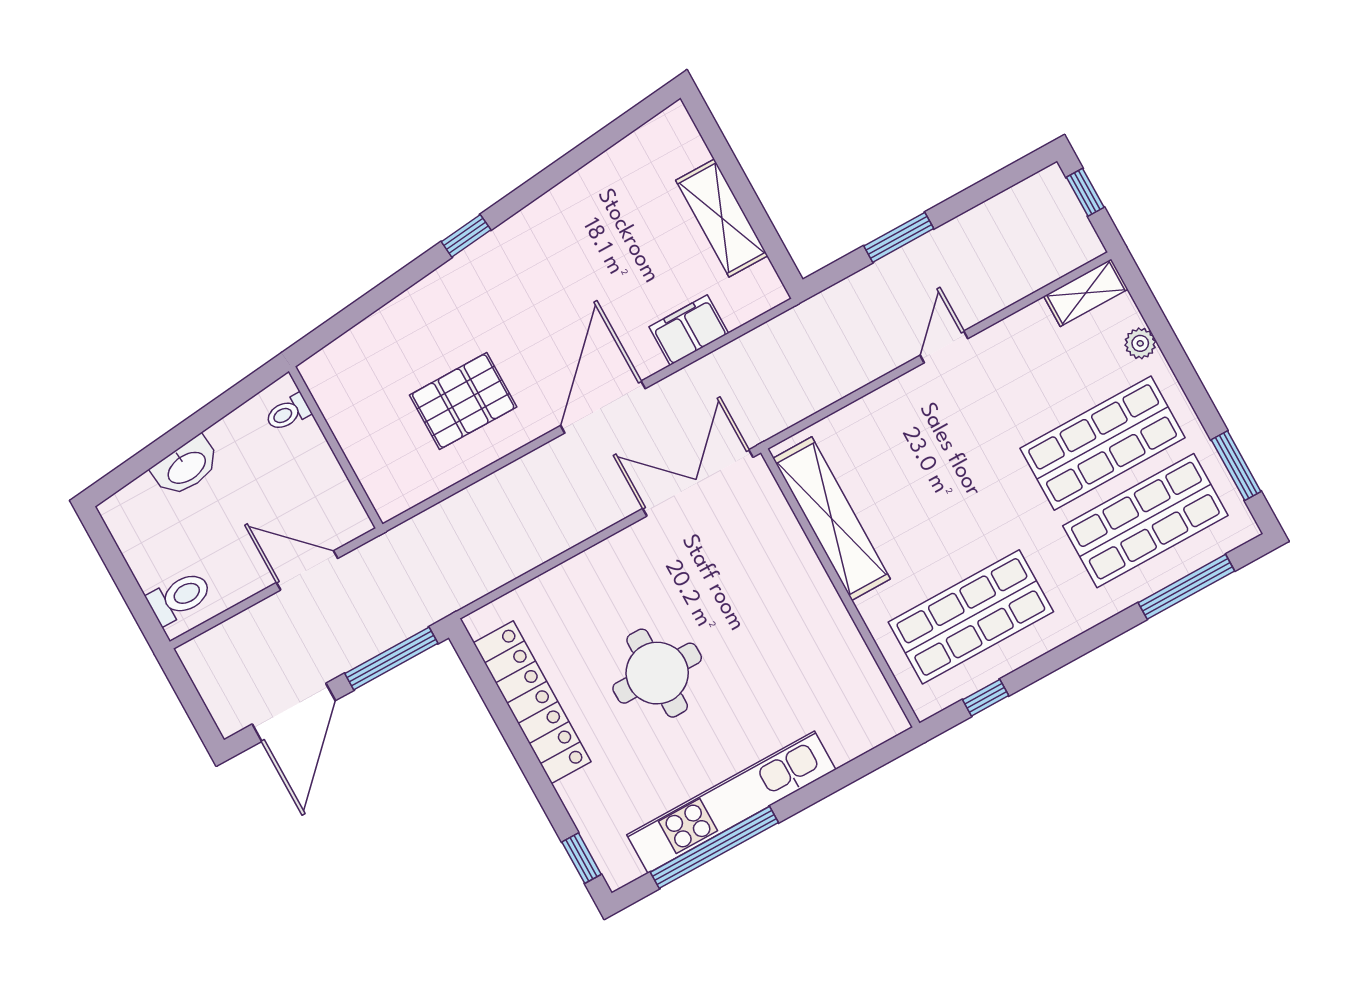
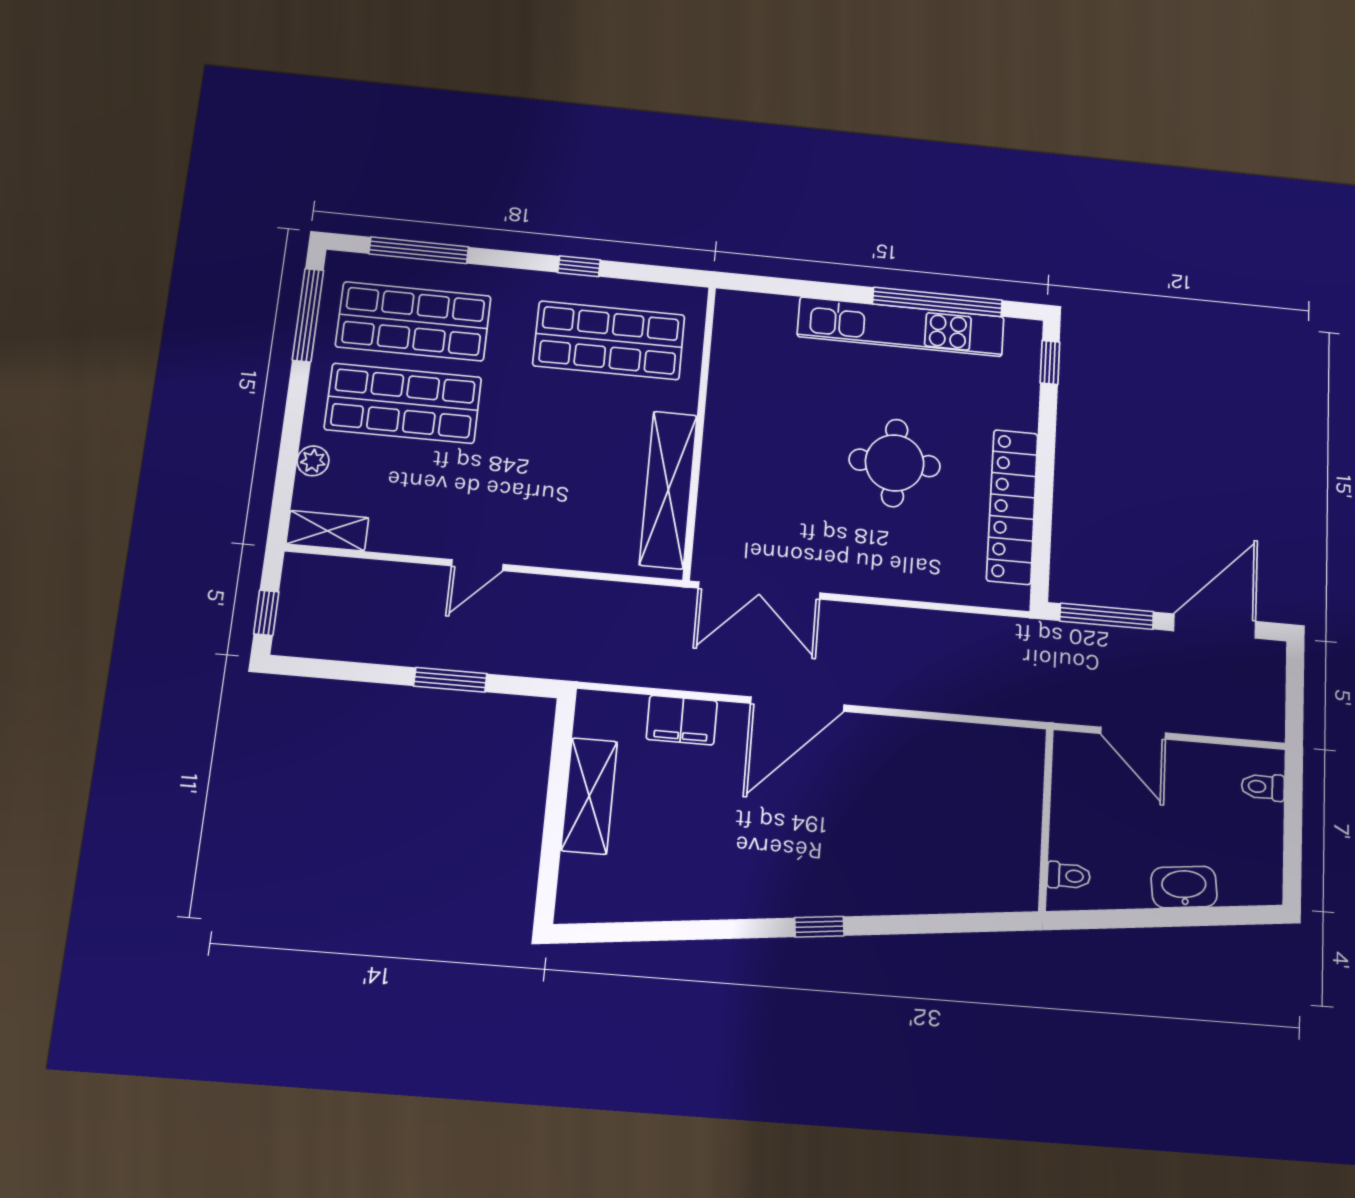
pallet: (463, 401) -> (912, 787), removed
window: (1236, 466) -> (308, 315), width x1.44
toilet: (179, 597) -> (1263, 787), width x0.73, depth x0.72
window: (986, 698) -> (579, 266), moved

